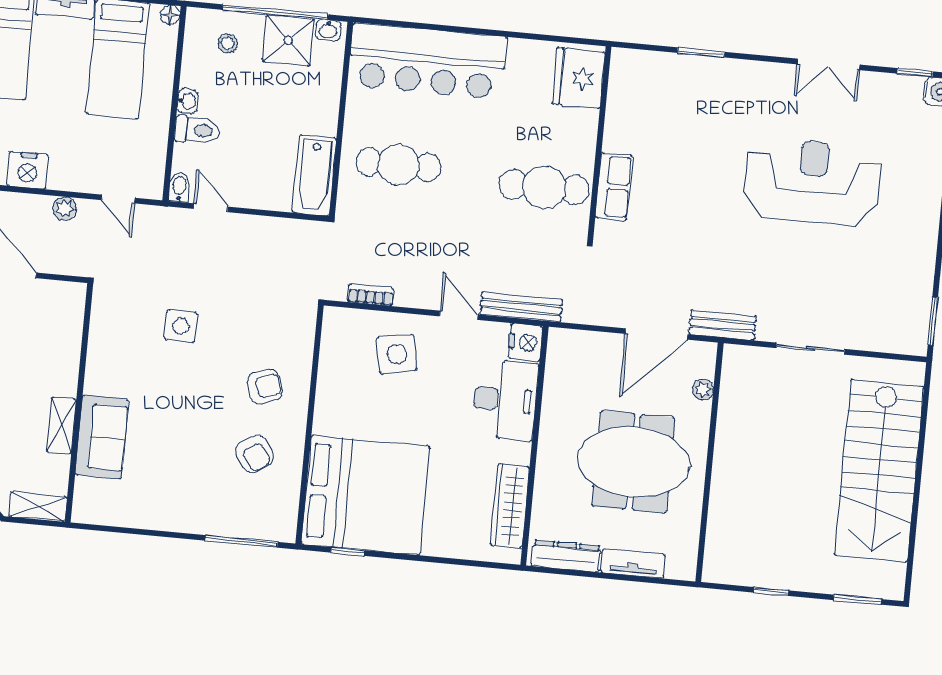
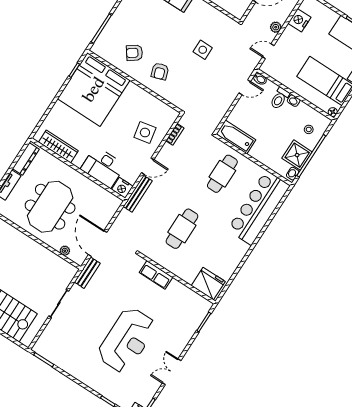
fridge: (579, 78) -> (208, 284), moved
wall: (599, 144) -> (177, 278), moved
row of seats: (614, 187) -> (156, 275), moved

